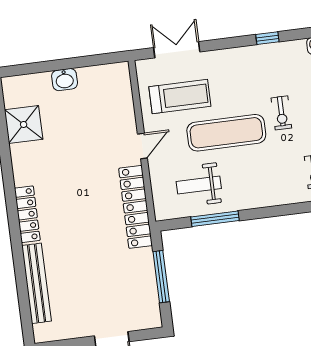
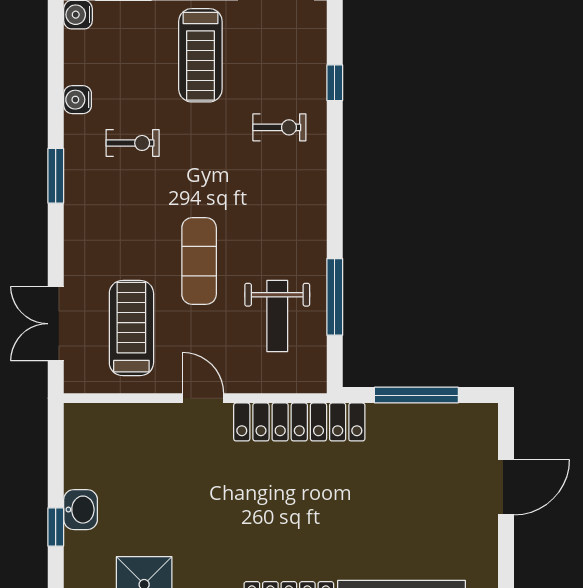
window: (267, 38) -> (56, 176), width x1.50
window: (52, 66) -> (56, 527), added
exercise bike: (281, 113) -> (133, 143), moved
exercise mat: (226, 133) -> (199, 261), width x0.73, depth x0.69

